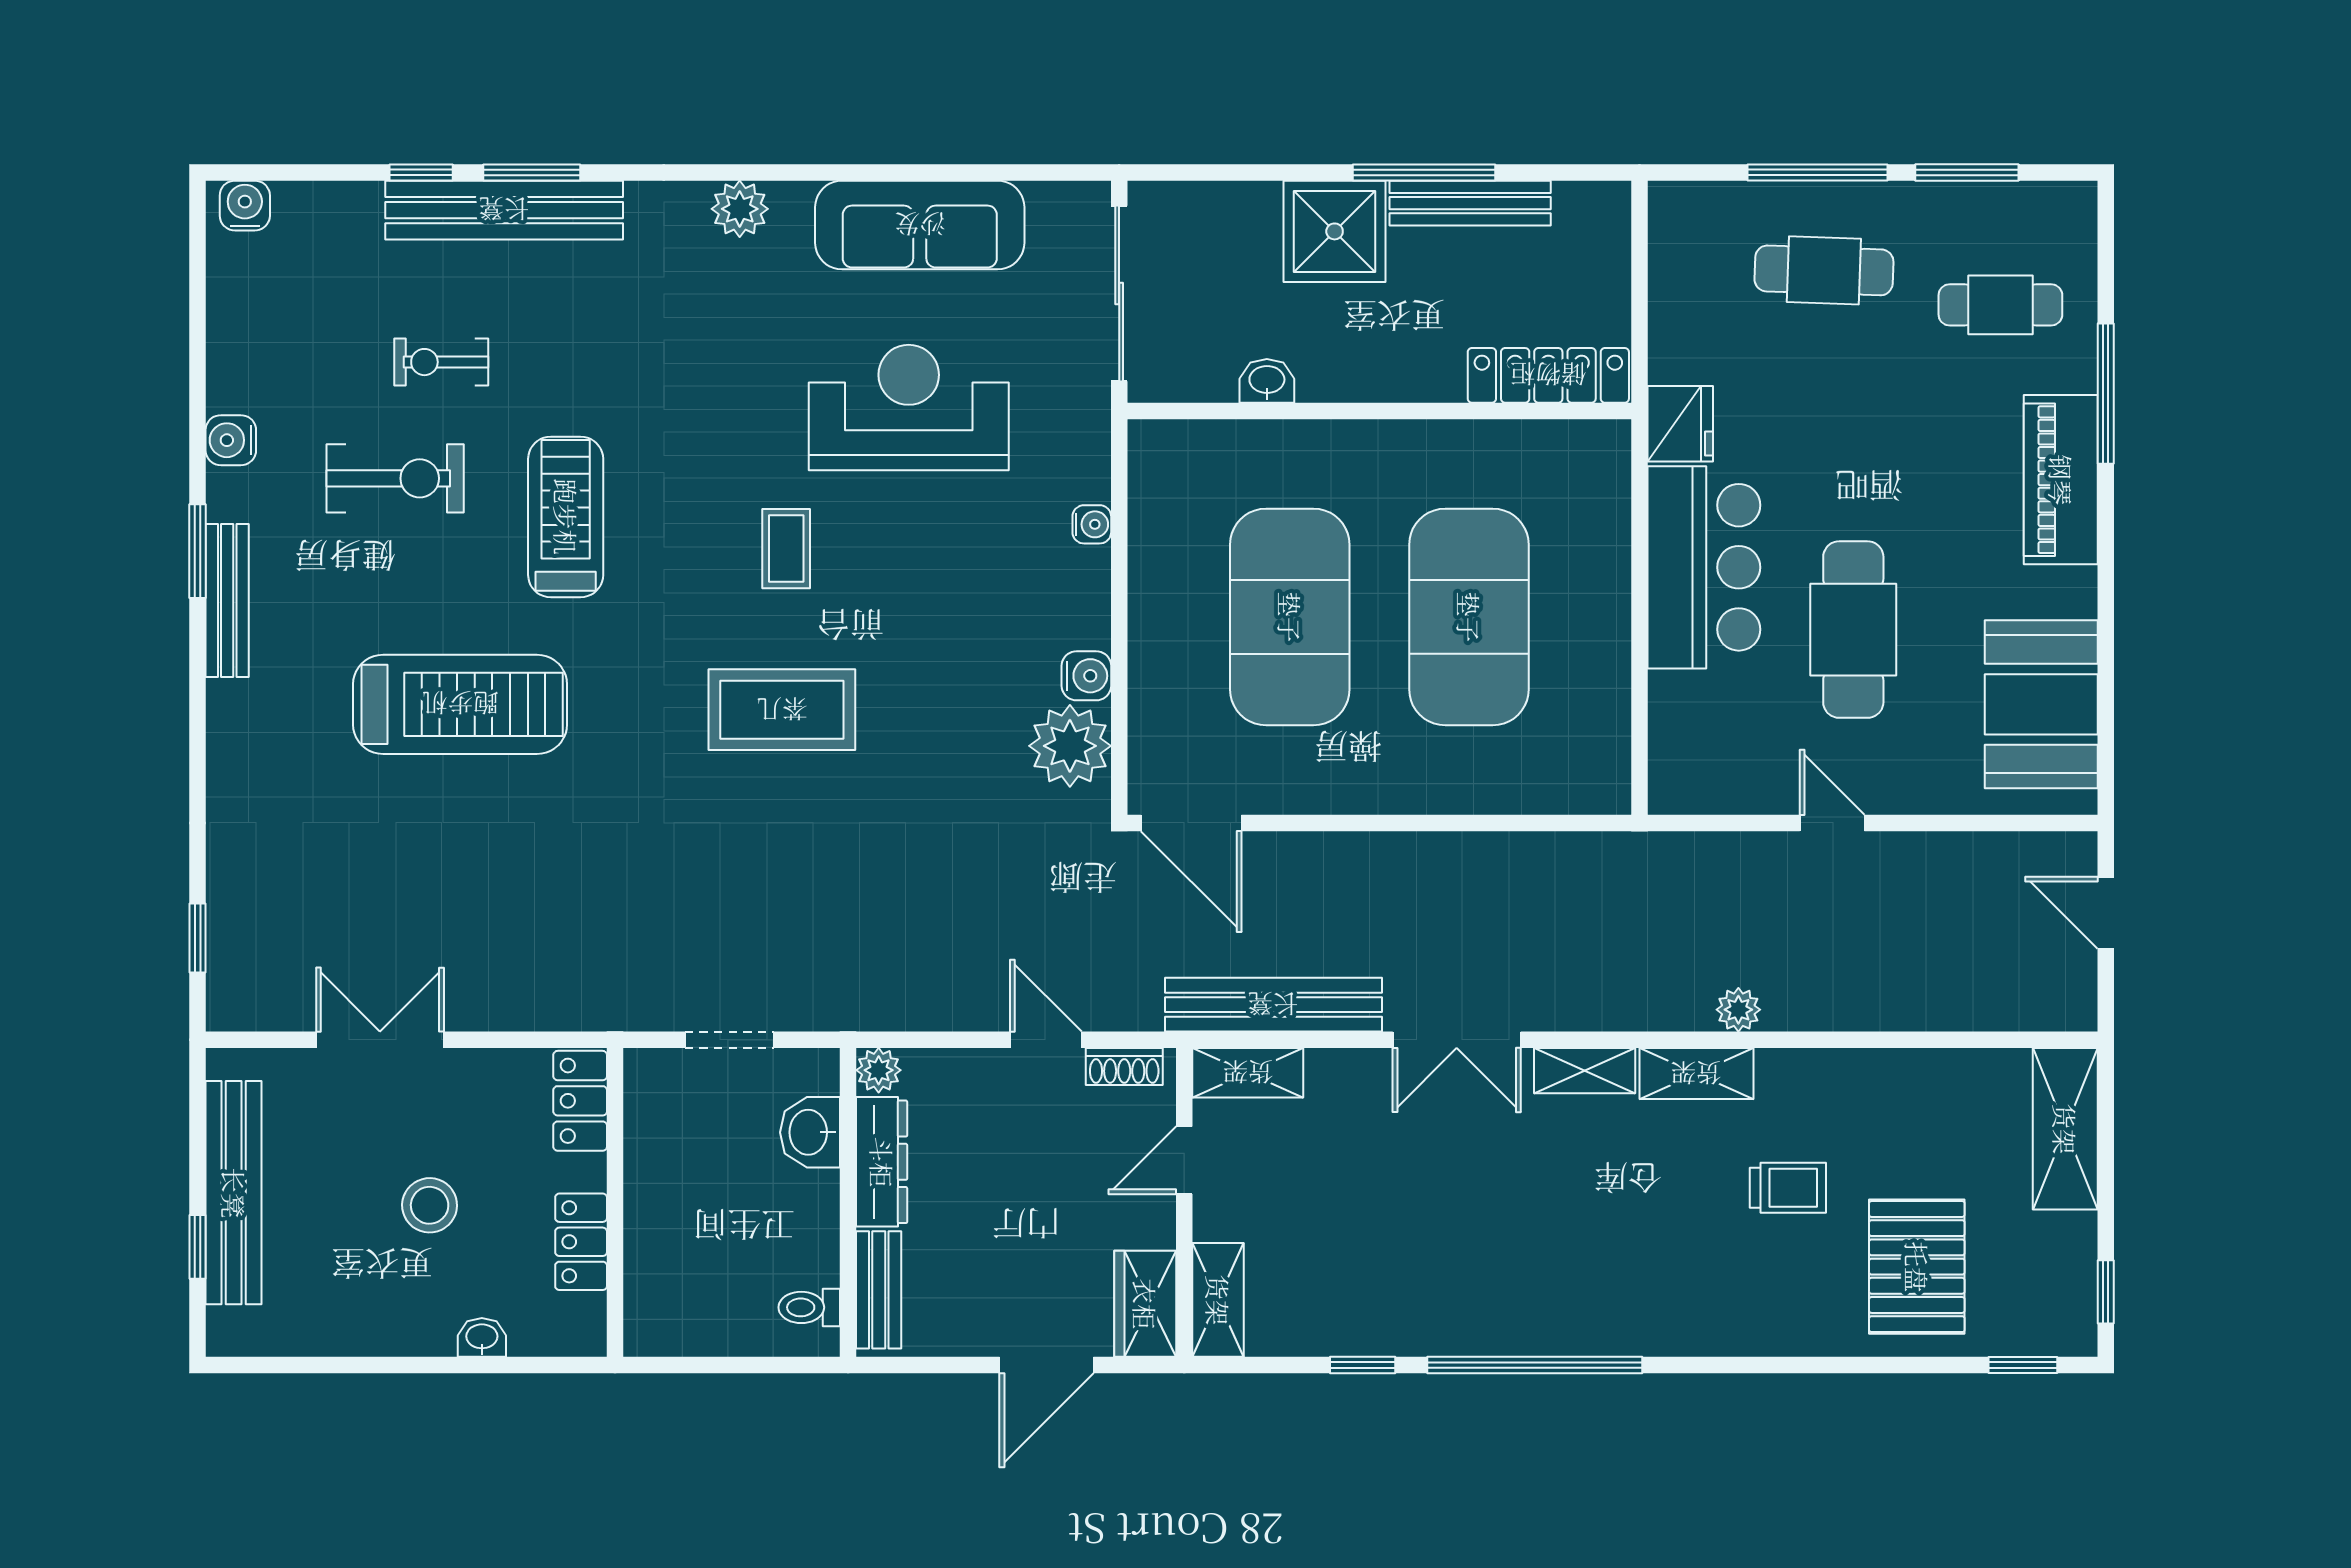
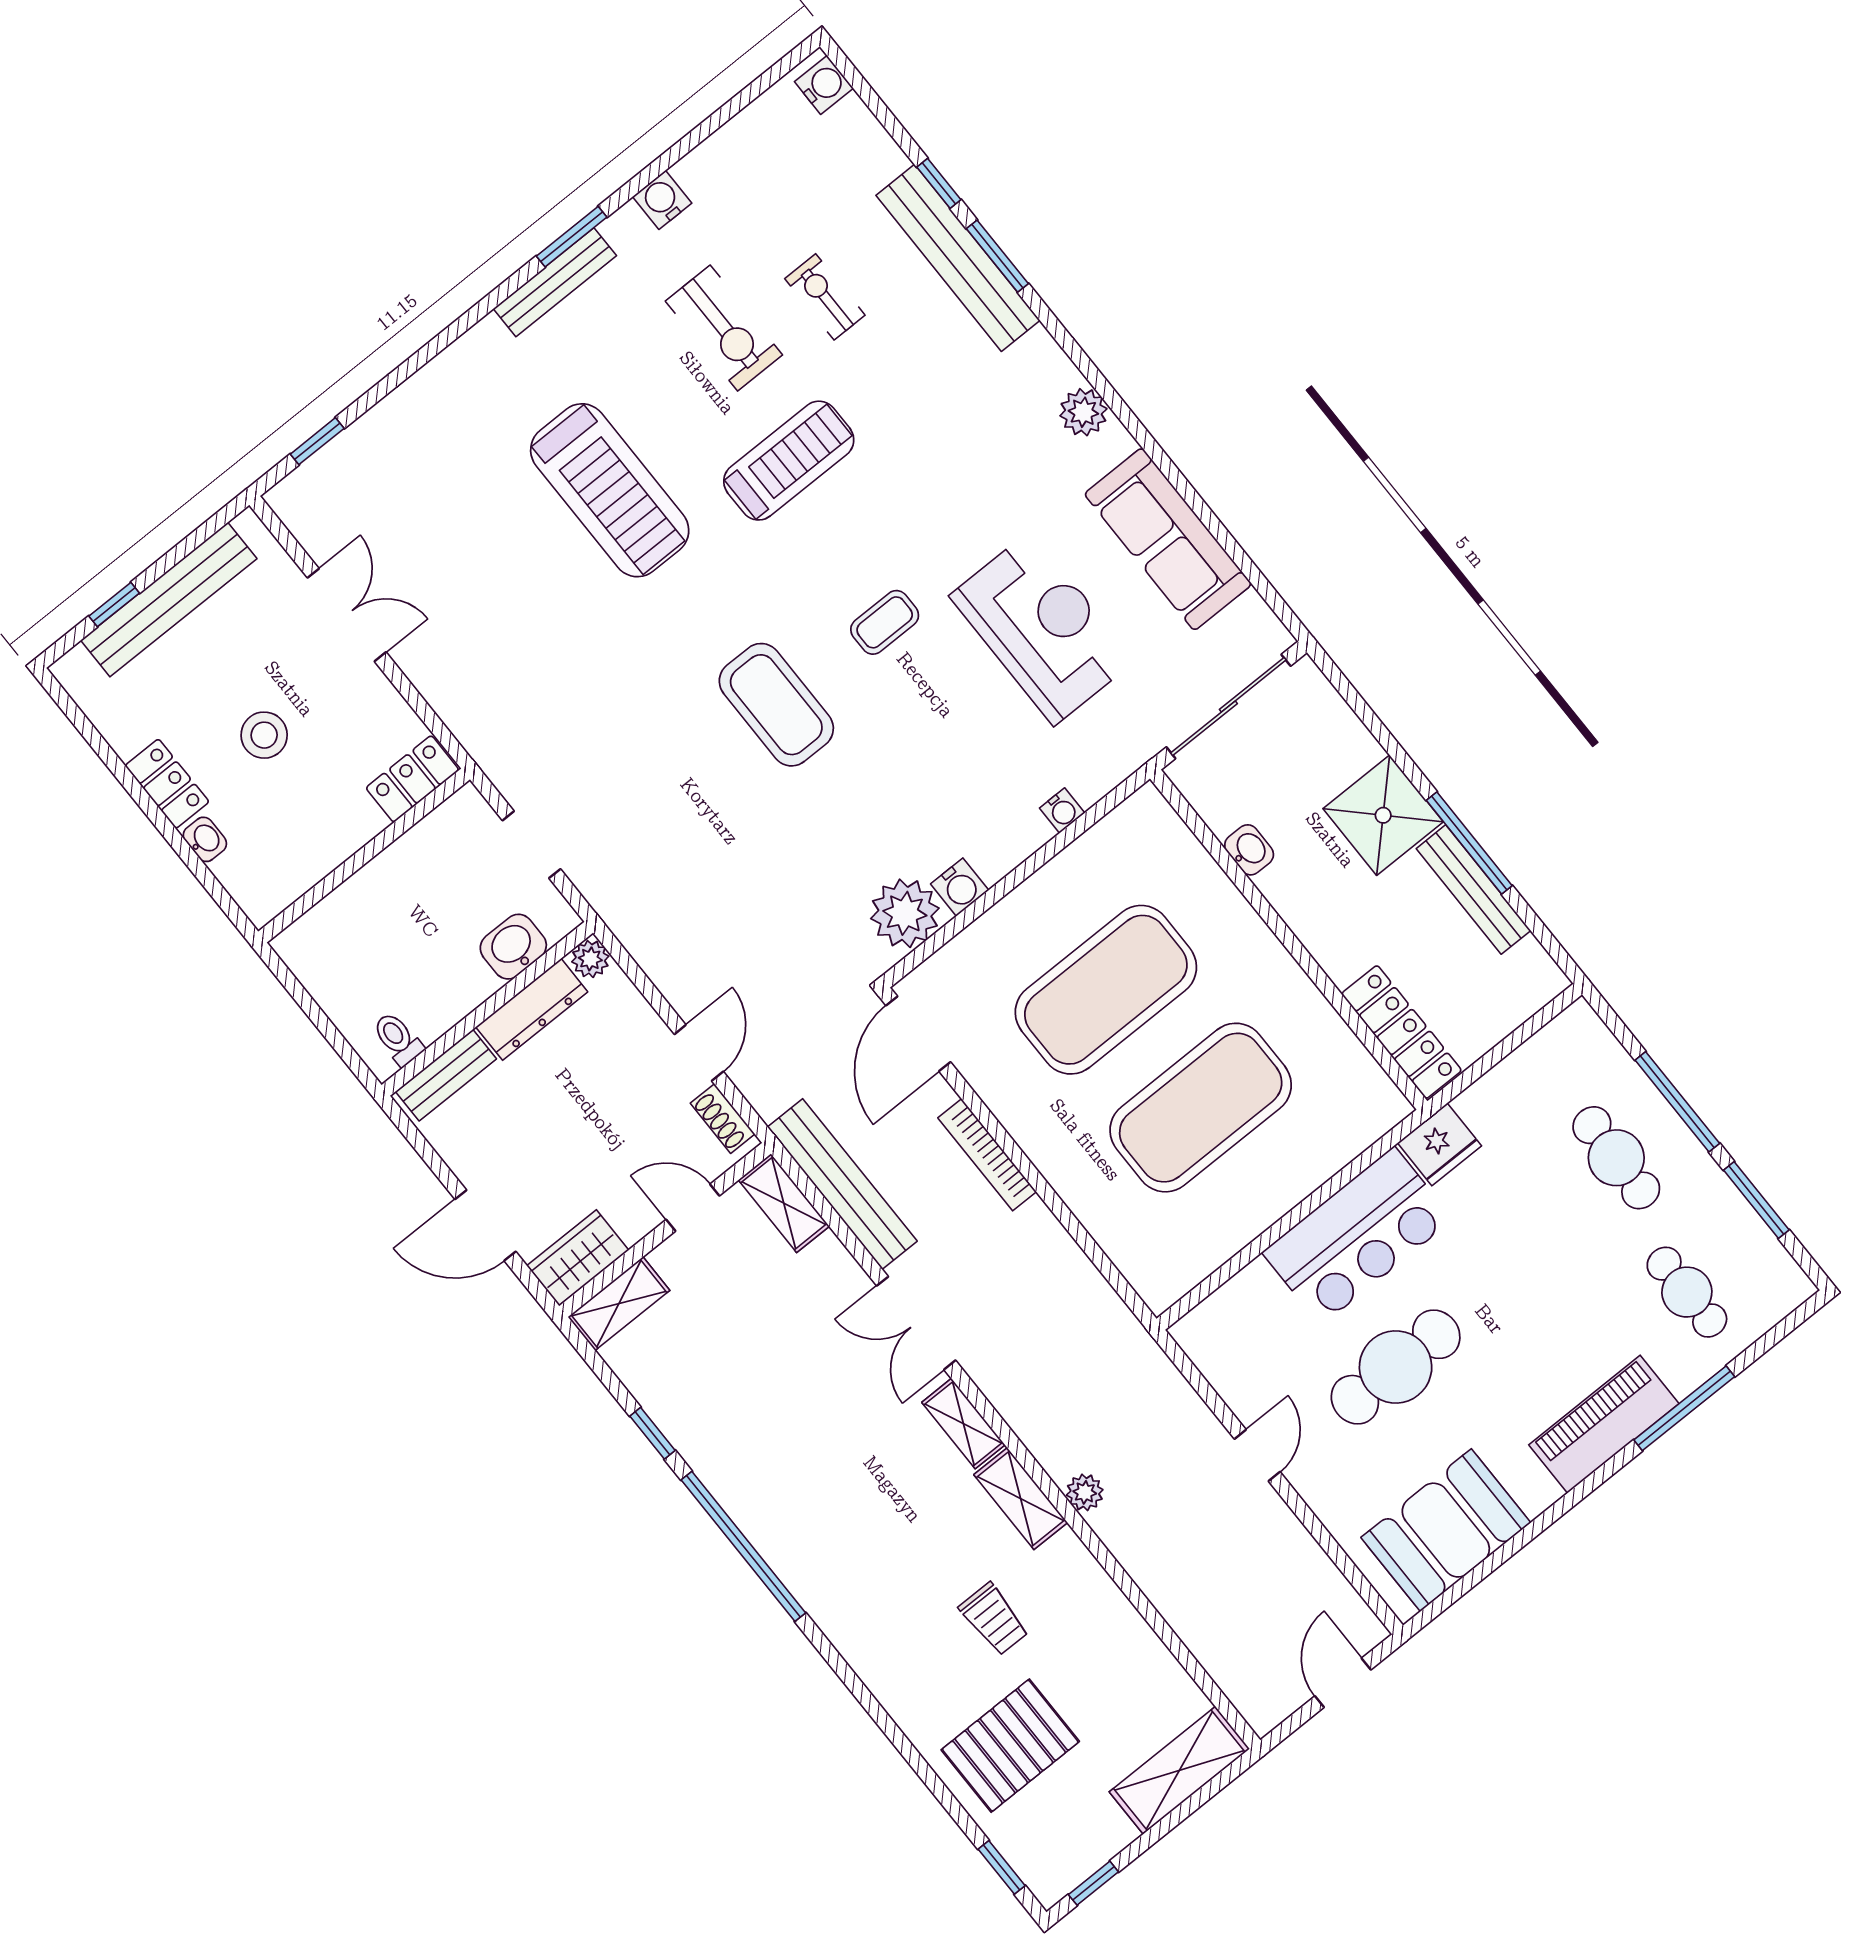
bookcase: (1354, 849) -> (987, 1155), added
locker: (581, 1242) -> (167, 784), moved, turned 90

